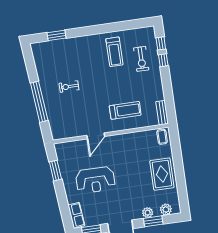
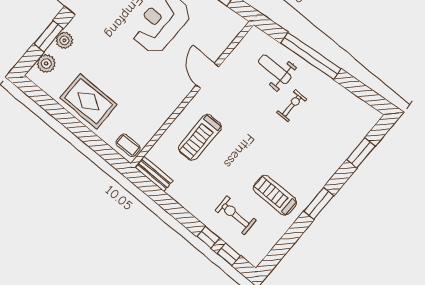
window: (97, 30) -> (319, 203), added
weight bench: (62, 111) -> (275, 69), added

